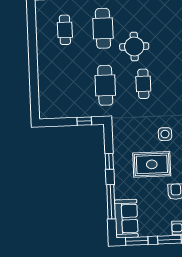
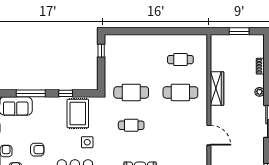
round table: (134, 46) -> (164, 119), removed
window: (84, 121) -> (101, 51), moved
rug: (152, 164) -> (78, 113), moved

